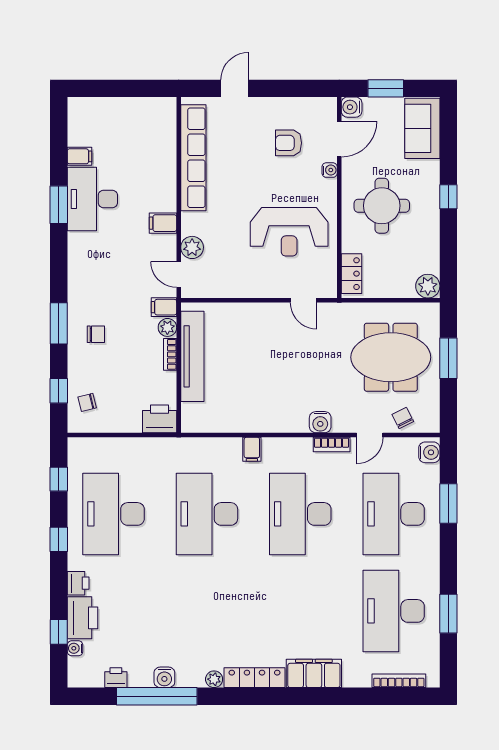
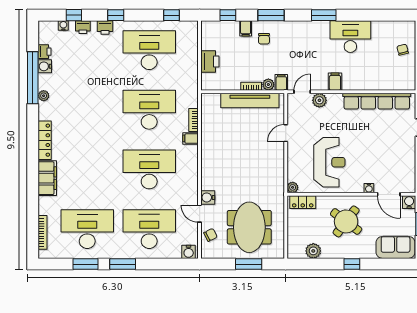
armchair: (289, 143) -> (386, 162), removed
filing cabinet: (80, 156) -> (246, 28), moved
window: (59, 205) -> (324, 15), moved
round table: (382, 206) -> (346, 221), turned 37
reception desk: (289, 232) -> (329, 162), turned 180
plant: (428, 286) -> (313, 251), moved
plant: (328, 289) -> (293, 187), added
door: (304, 300) -> (286, 133), moved
chair: (87, 402) -> (403, 50), moved
printer: (160, 419) -> (210, 61), moved
water cooler: (320, 422) -> (208, 197), moved
bookcase: (332, 445) -> (194, 120), moved
window: (448, 503) -> (123, 264), moved
window: (59, 539) -> (116, 15), moved
printer: (83, 618) -> (83, 27), width x0.53, depth x0.68
water cooler: (164, 677) -> (45, 66), moved
plant: (214, 679) -> (44, 96), moved

